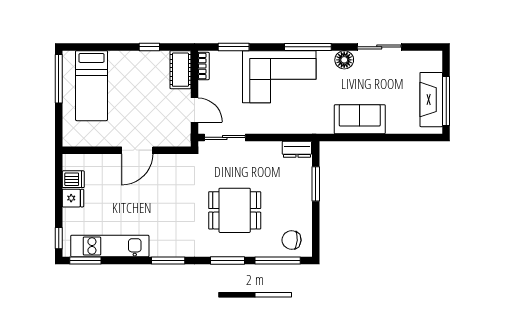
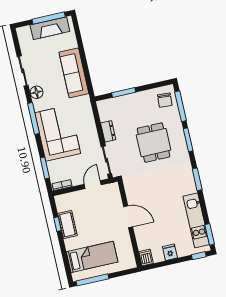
cot: (180, 70) -> (67, 225), moved, turned 90
sofa: (360, 119) -> (74, 73), width x1.36
dresser: (297, 149) -> (108, 131), moved
dishwasher: (73, 179) -> (146, 257), moved

